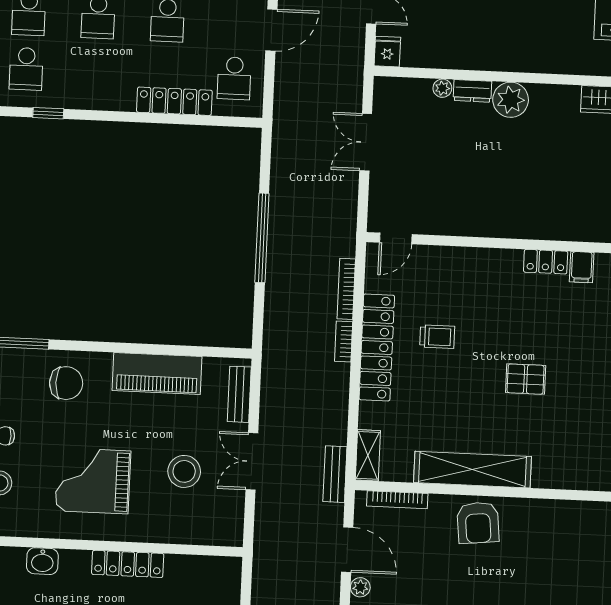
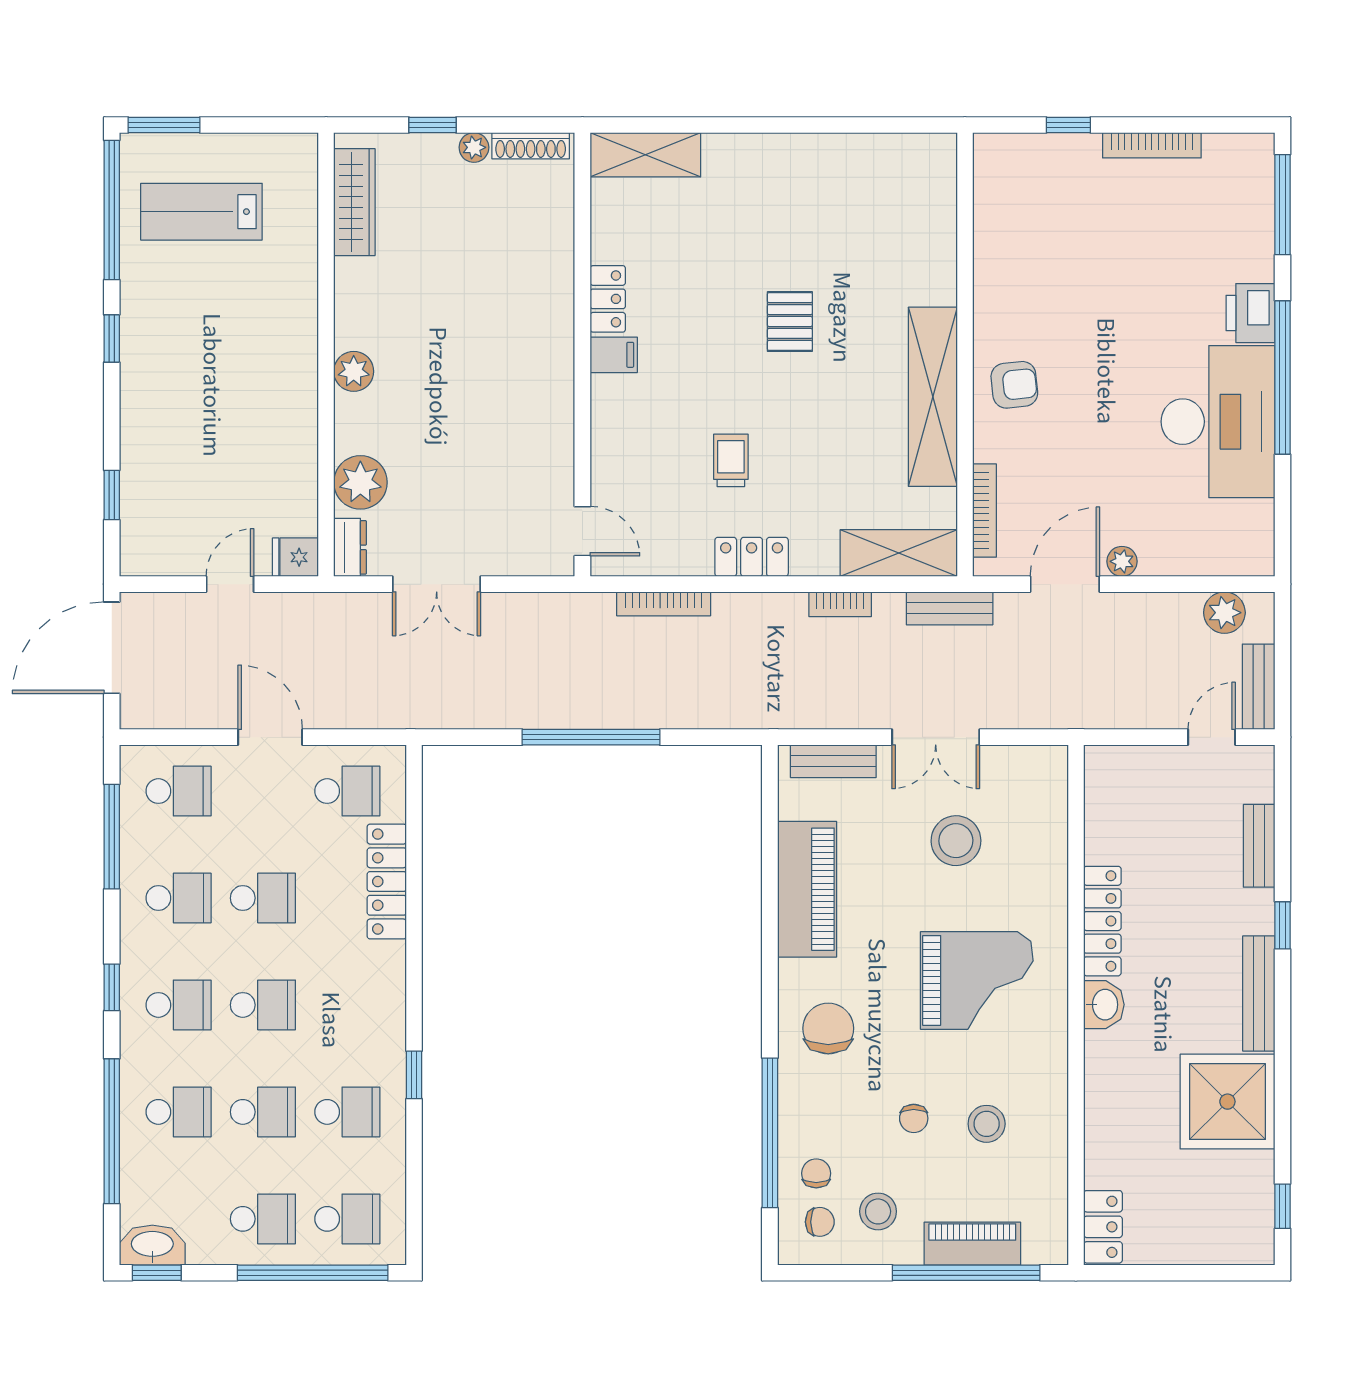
plant: (442, 88) -> (360, 482), width x1.87, depth x1.87
dresser: (472, 91) -> (350, 547), moved
plant: (511, 100) -> (354, 371), width x0.73, depth x0.73
filing cabinet: (582, 267) -> (614, 355), moved
bookcase: (344, 342) -> (840, 604), moved
locker: (377, 347) -> (752, 557), width x0.46, depth x0.83
shelving: (368, 455) -> (899, 553), width x1.50, depth x1.33
grand piano: (93, 481) -> (977, 980), turned -90
armchair: (478, 523) -> (1014, 385), width x0.72, depth x0.72
washbasin: (42, 561) -> (1104, 1005), moved

